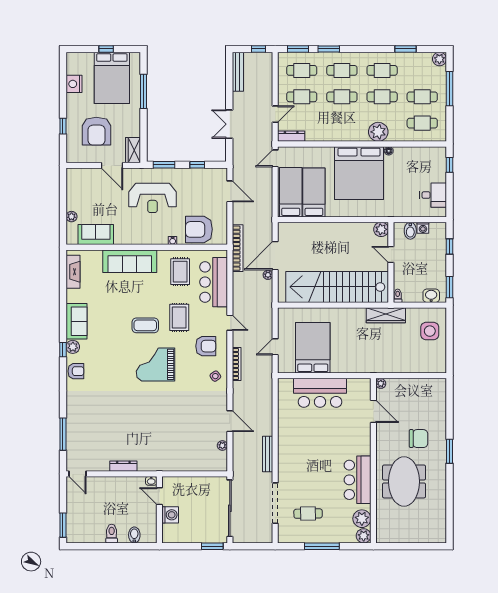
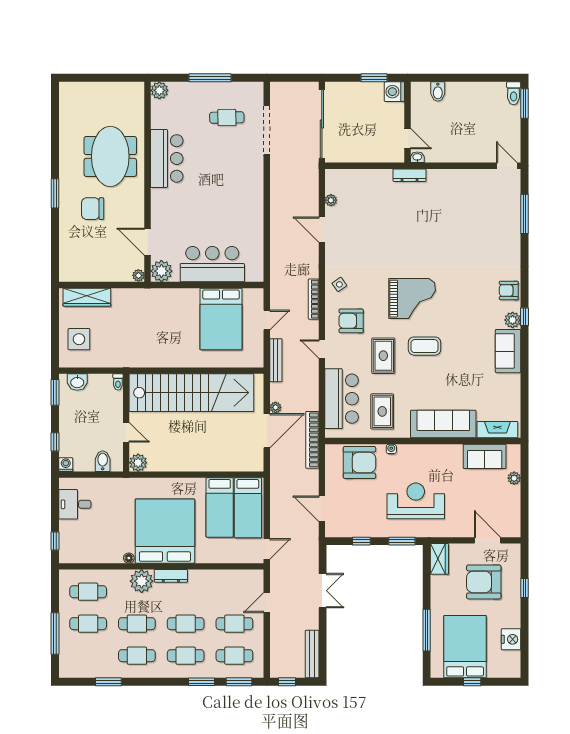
plant: (439, 59) -> (67, 670), removed
armchair: (96, 131) -> (484, 582), turned -90
dresser: (291, 136) -> (171, 576), moved
door: (112, 165) -> (487, 540), moved
washing machine: (423, 228) -> (66, 465), moved
fireplace: (73, 272) -> (497, 430), moved, turned 90
wardrobe: (386, 315) -> (87, 297), moved, turned 180
bench: (268, 454) -> (276, 360), moved
dresser: (123, 466) -> (410, 175), moved
washing machine: (170, 515) -> (394, 92), moved
plant: (362, 519) -> (161, 271), moved
toilet: (112, 534) -> (514, 93), moved
window: (212, 546) -> (374, 78), moved

